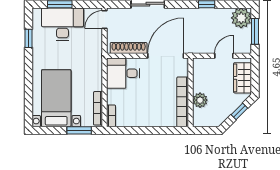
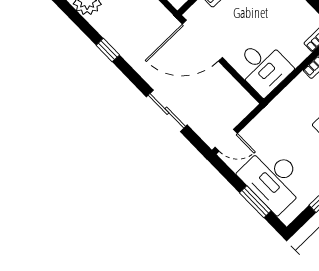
shoe rack: (129, 48) -> (231, 87), removed

